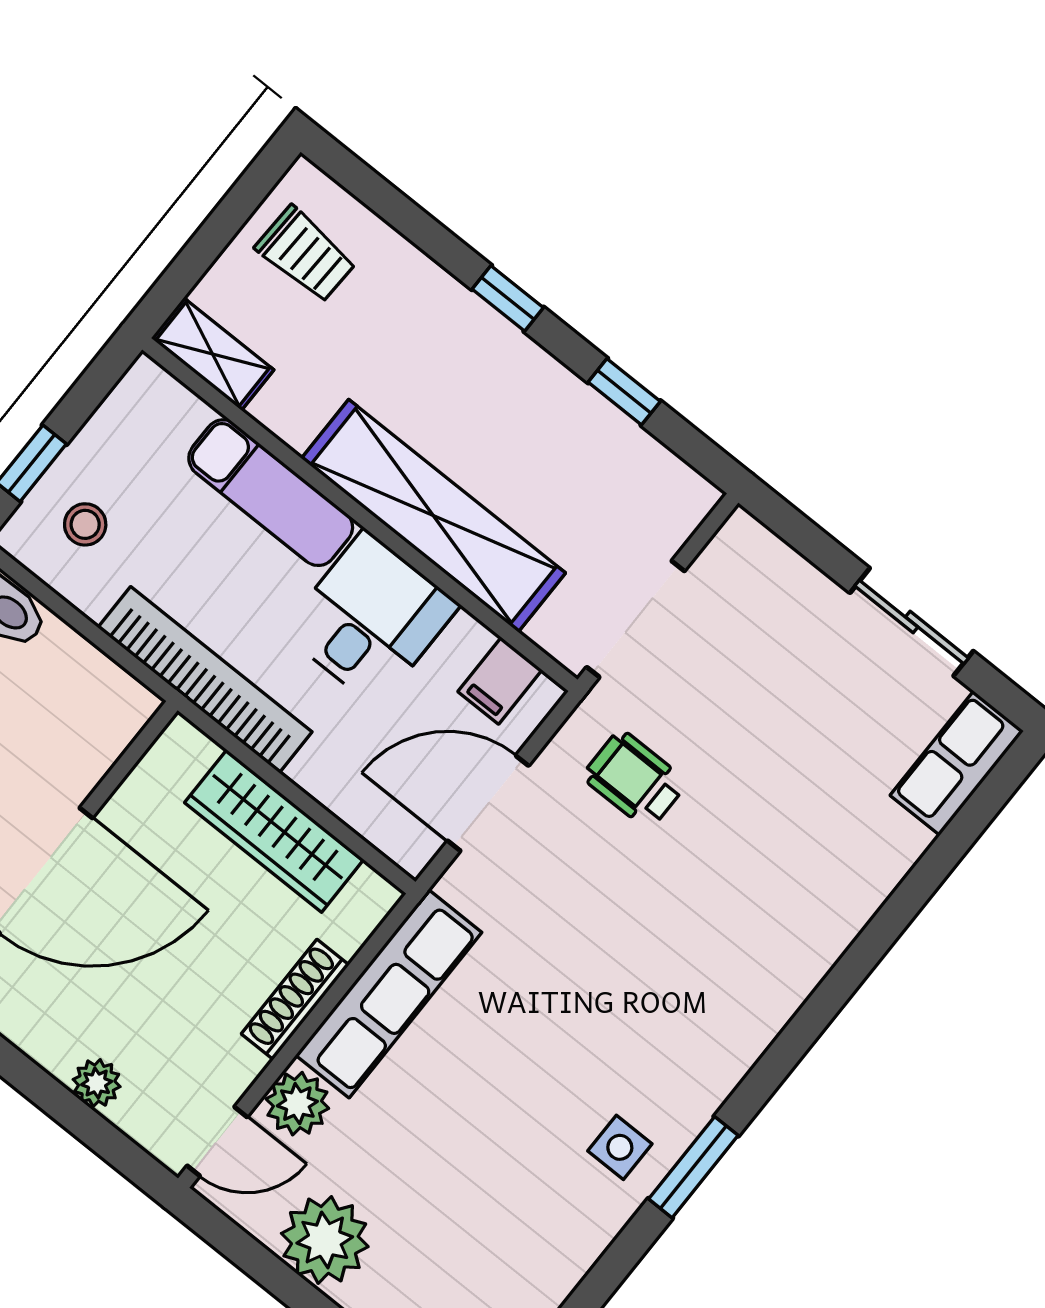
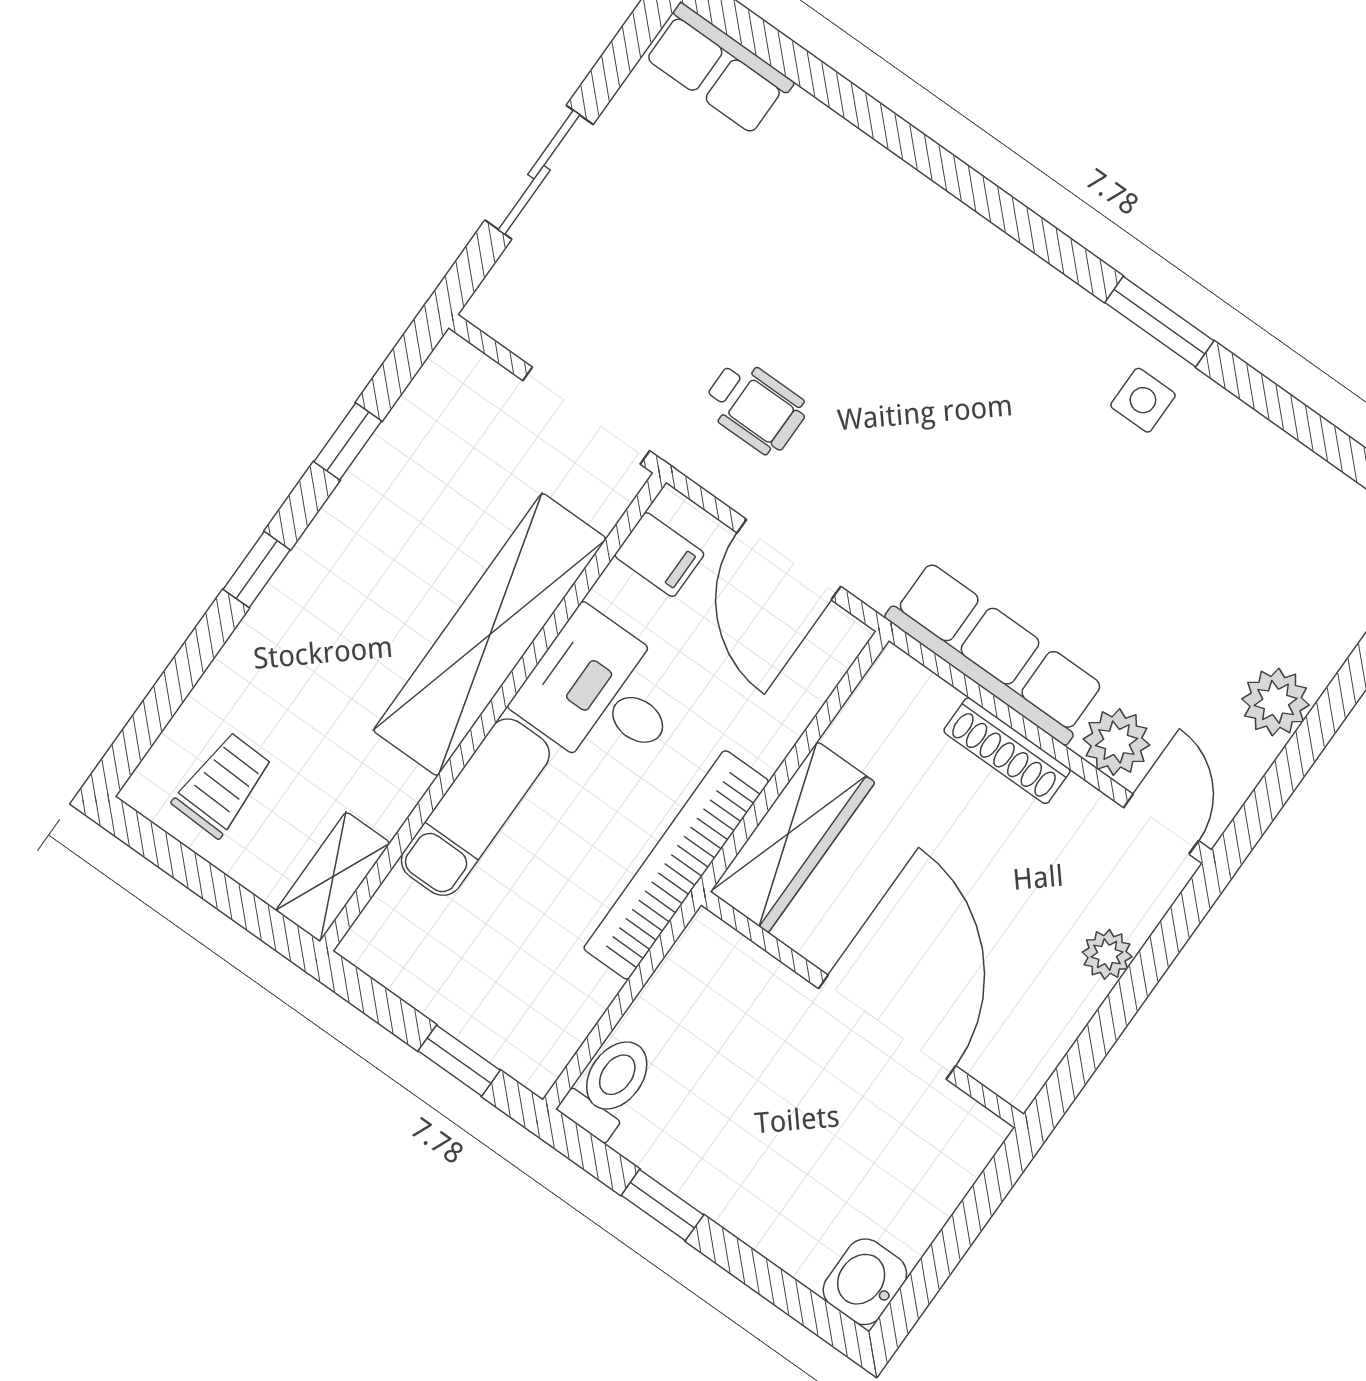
stool: (85, 524) -> (520, 1000), removed
sliding door: (912, 622) -> (539, 172), moved
wheelchair: (635, 779) -> (755, 407), turned -90
wardrobe: (274, 831) -> (793, 837), moved
plant: (325, 1240) -> (1276, 702), width x0.73, depth x0.73

